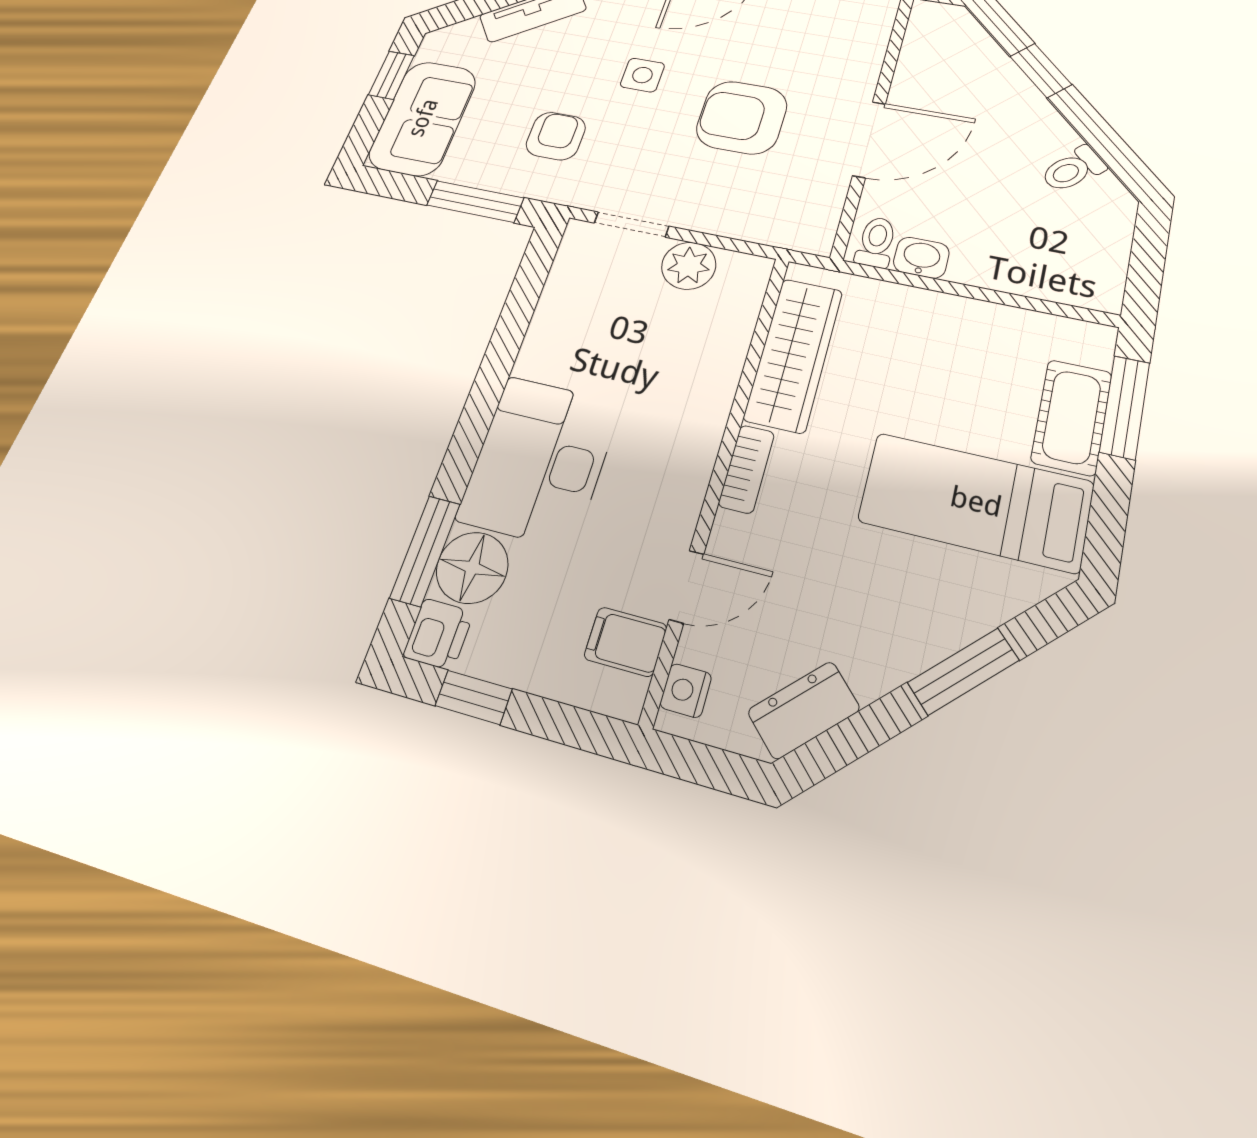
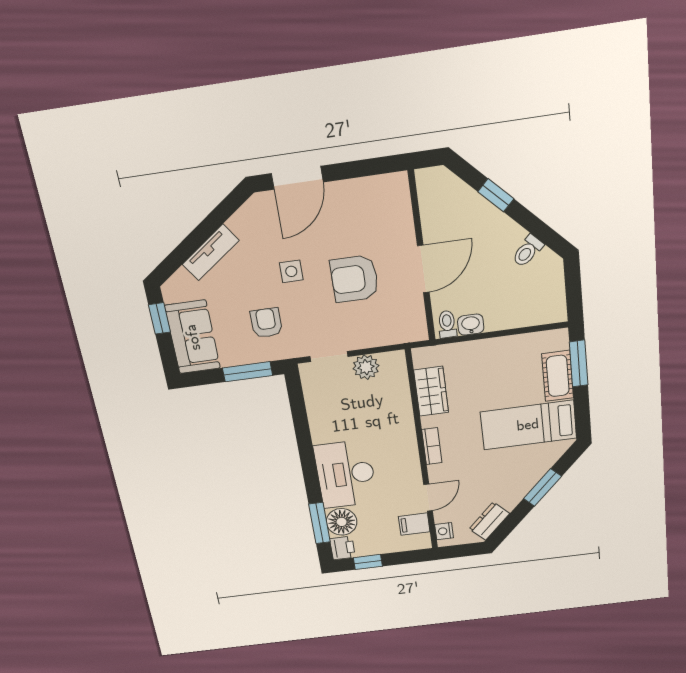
wardrobe: (794, 354) -> (431, 391), width x0.67

